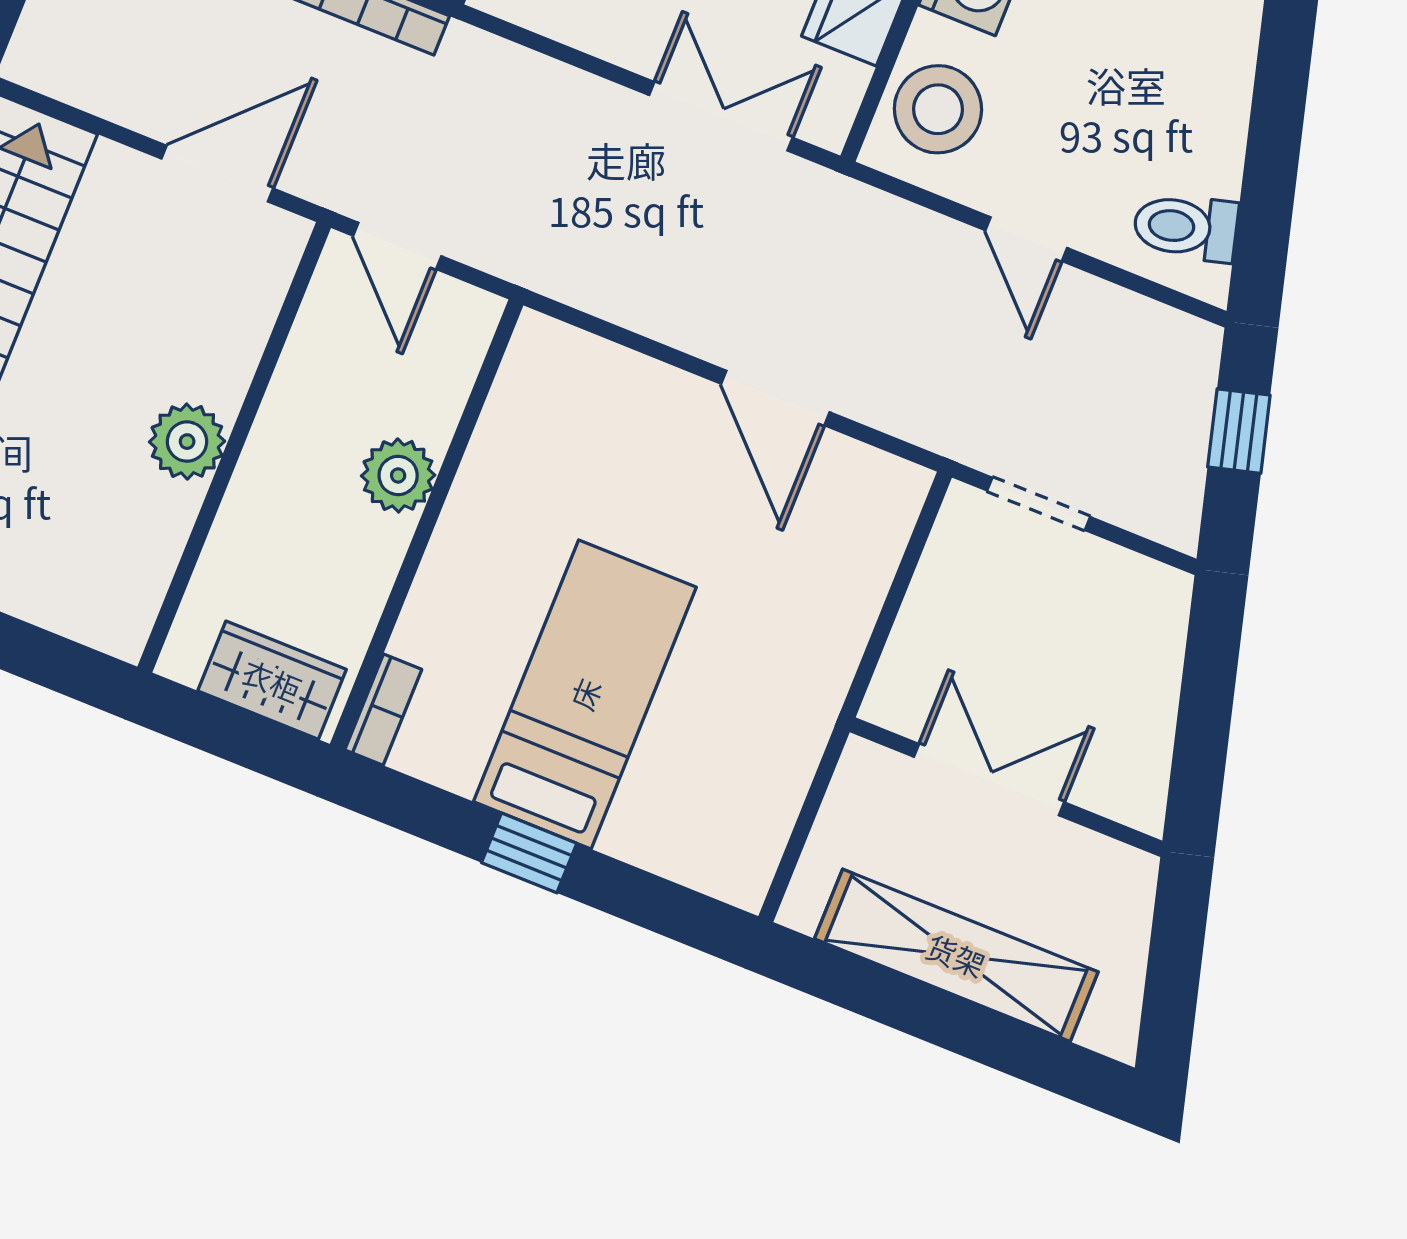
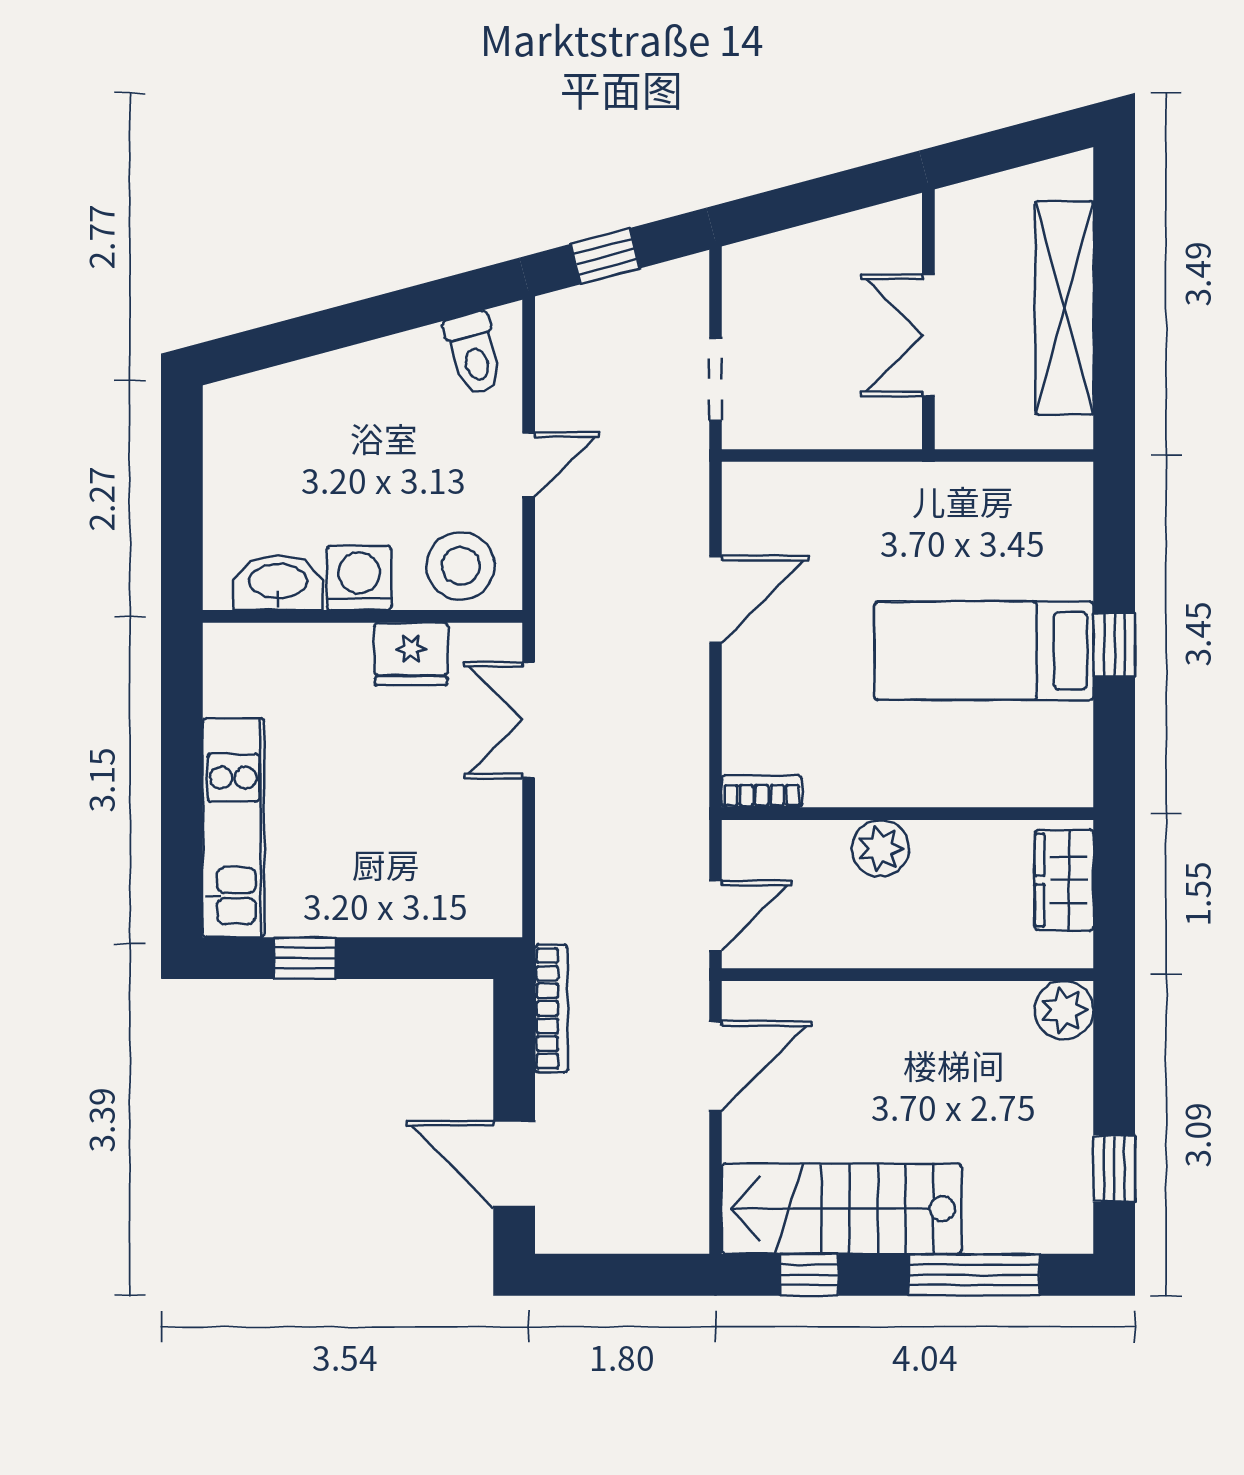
door: (217, 174) -> (715, 1066), swing flipped
plant: (187, 442) -> (1064, 1010), moved
bookcase: (383, 710) -> (762, 791), moved

